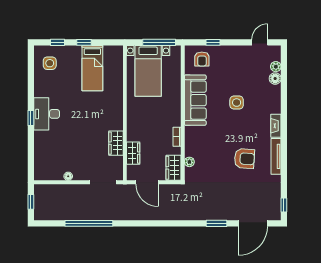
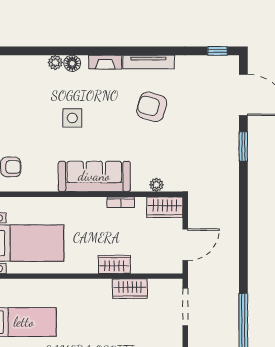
plant: (276, 67) -> (55, 62), moved
floor lamp: (275, 79) -> (72, 63), moved
sofa: (195, 100) -> (94, 176), moved
wardrobe: (133, 153) -> (114, 264), moved
armchair: (244, 159) -> (152, 107), turned -78

